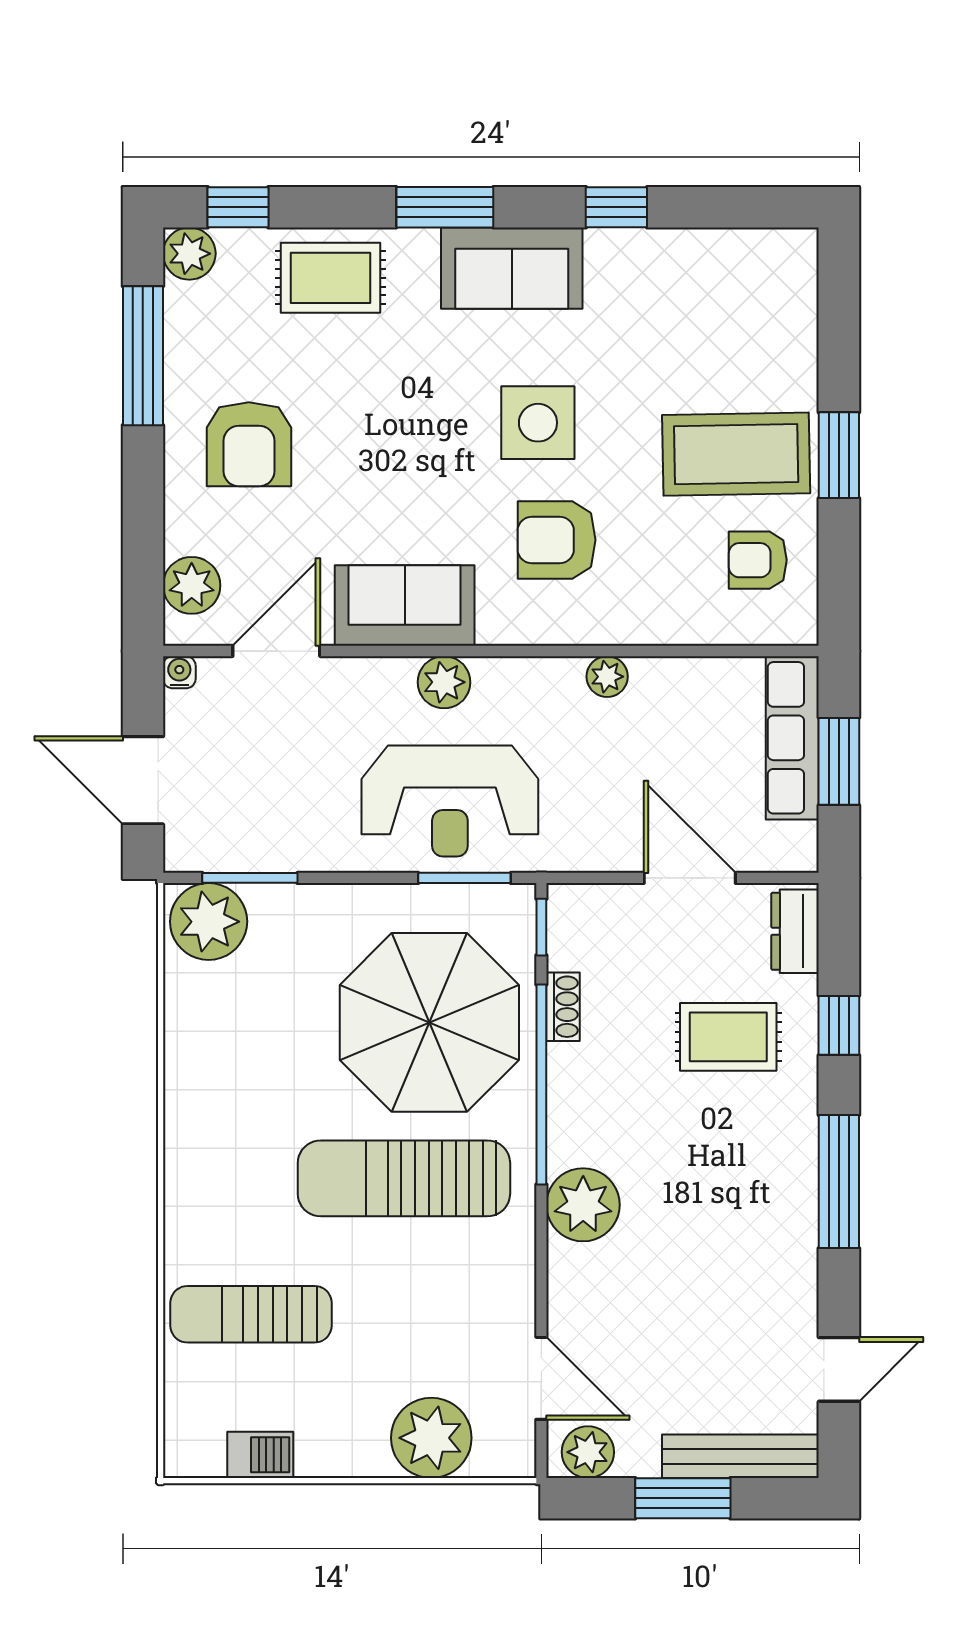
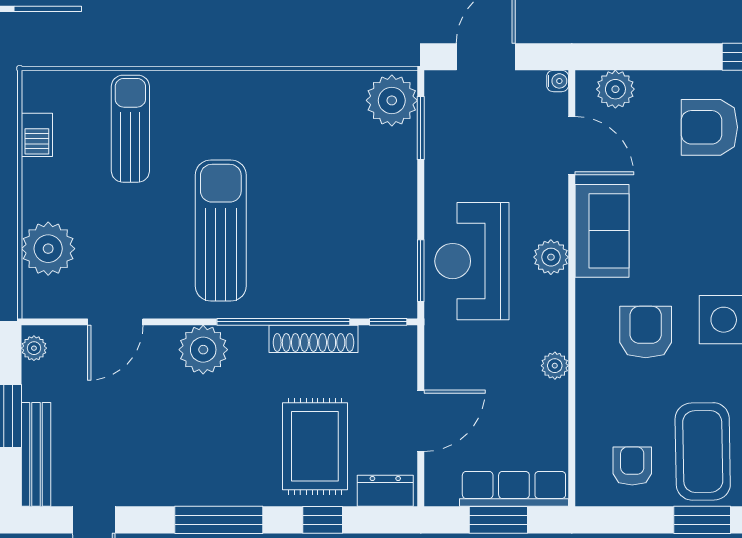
shoe rack: (563, 1007) -> (314, 339), width x1.94, depth x1.24
parasol: (429, 1022) -> (325, 247), removed
rug: (728, 1037) -> (315, 446), width x1.36, depth x1.43
door: (541, 1378) -> (115, 322), moved
plant: (588, 1452) -> (34, 348), width x0.73, depth x0.73

